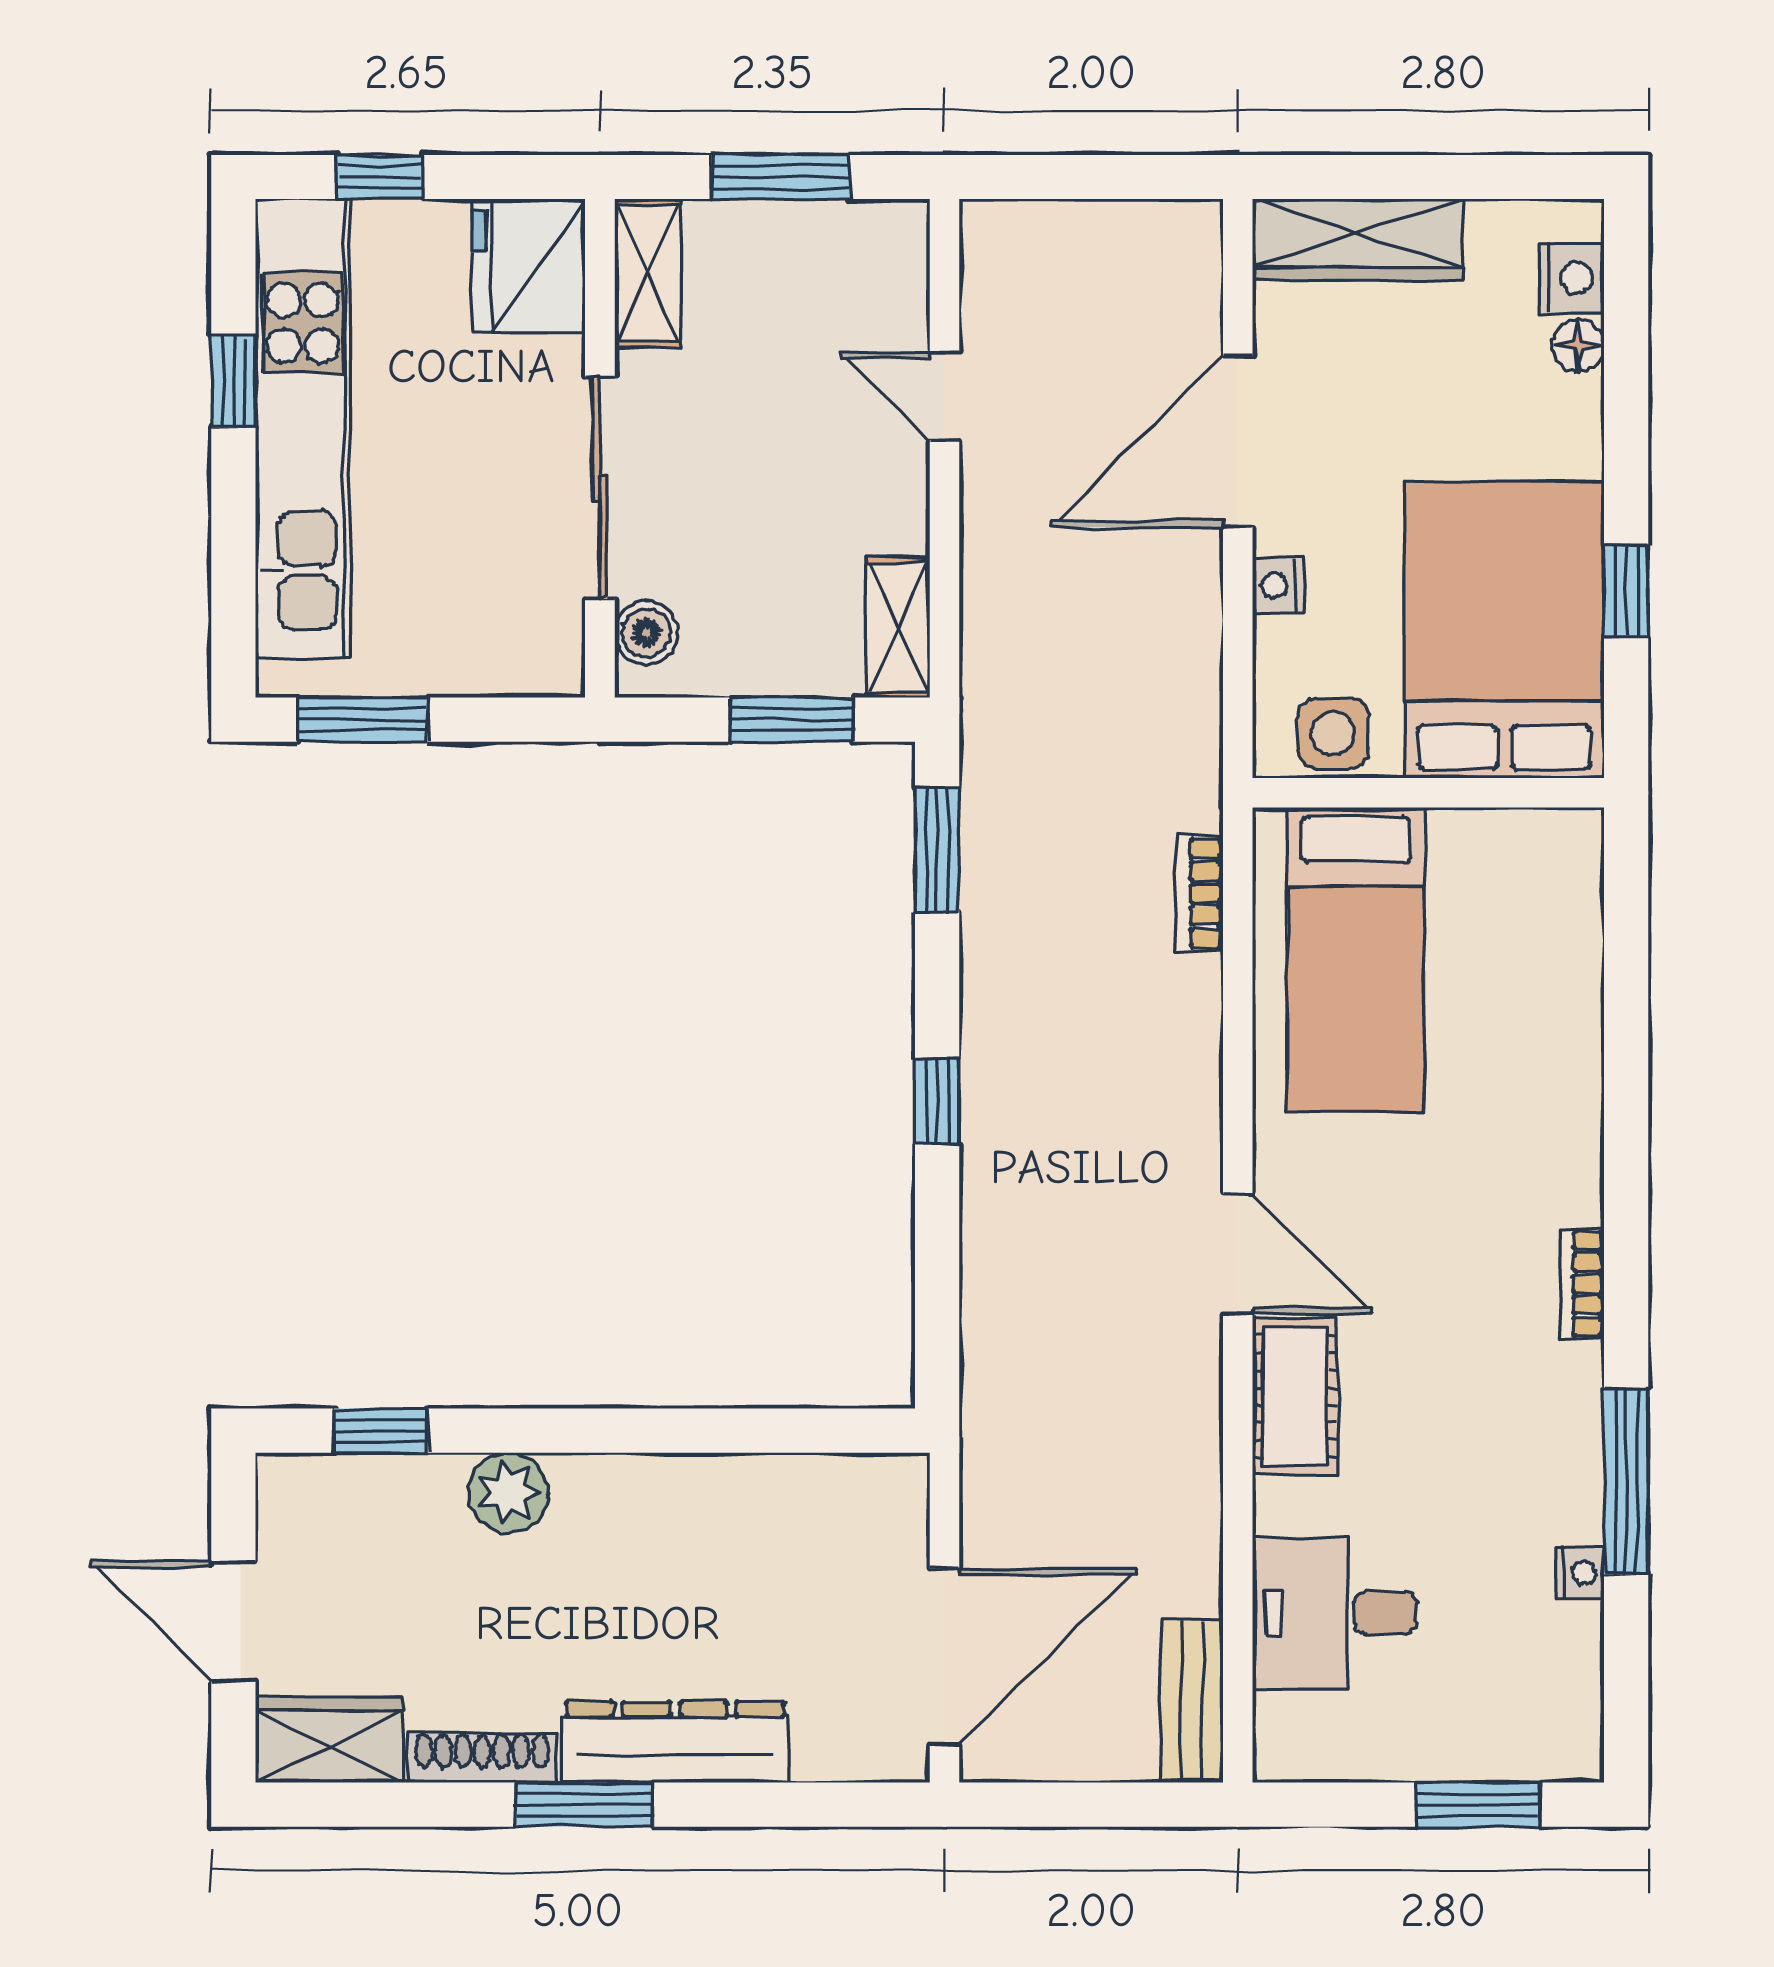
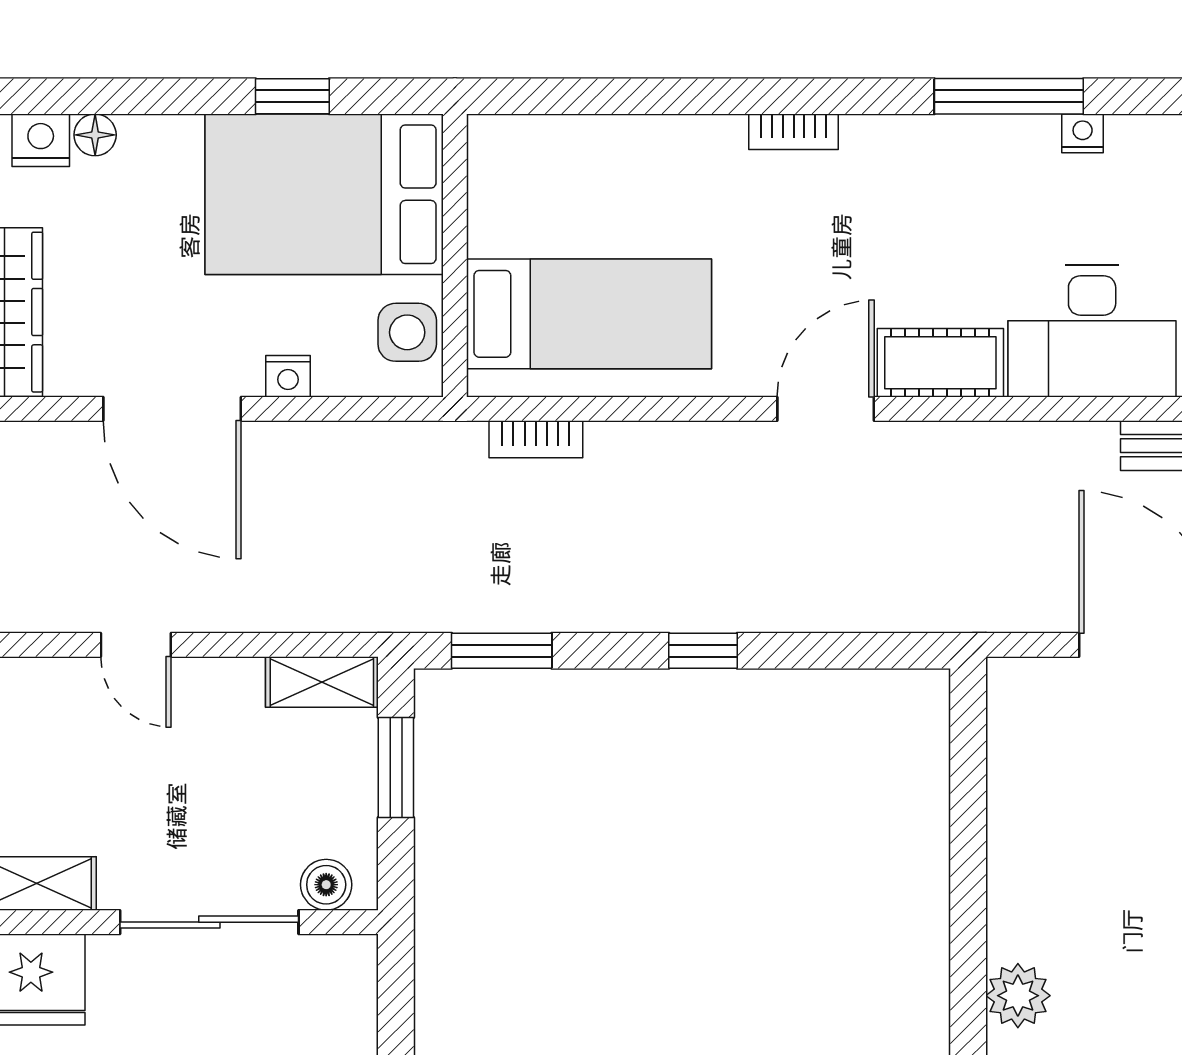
door: (944, 396) -> (136, 645), hinge flipped
bookcase: (1582, 1284) -> (794, 132), moved
desk: (1334, 1613) -> (1092, 331), width x1.37

